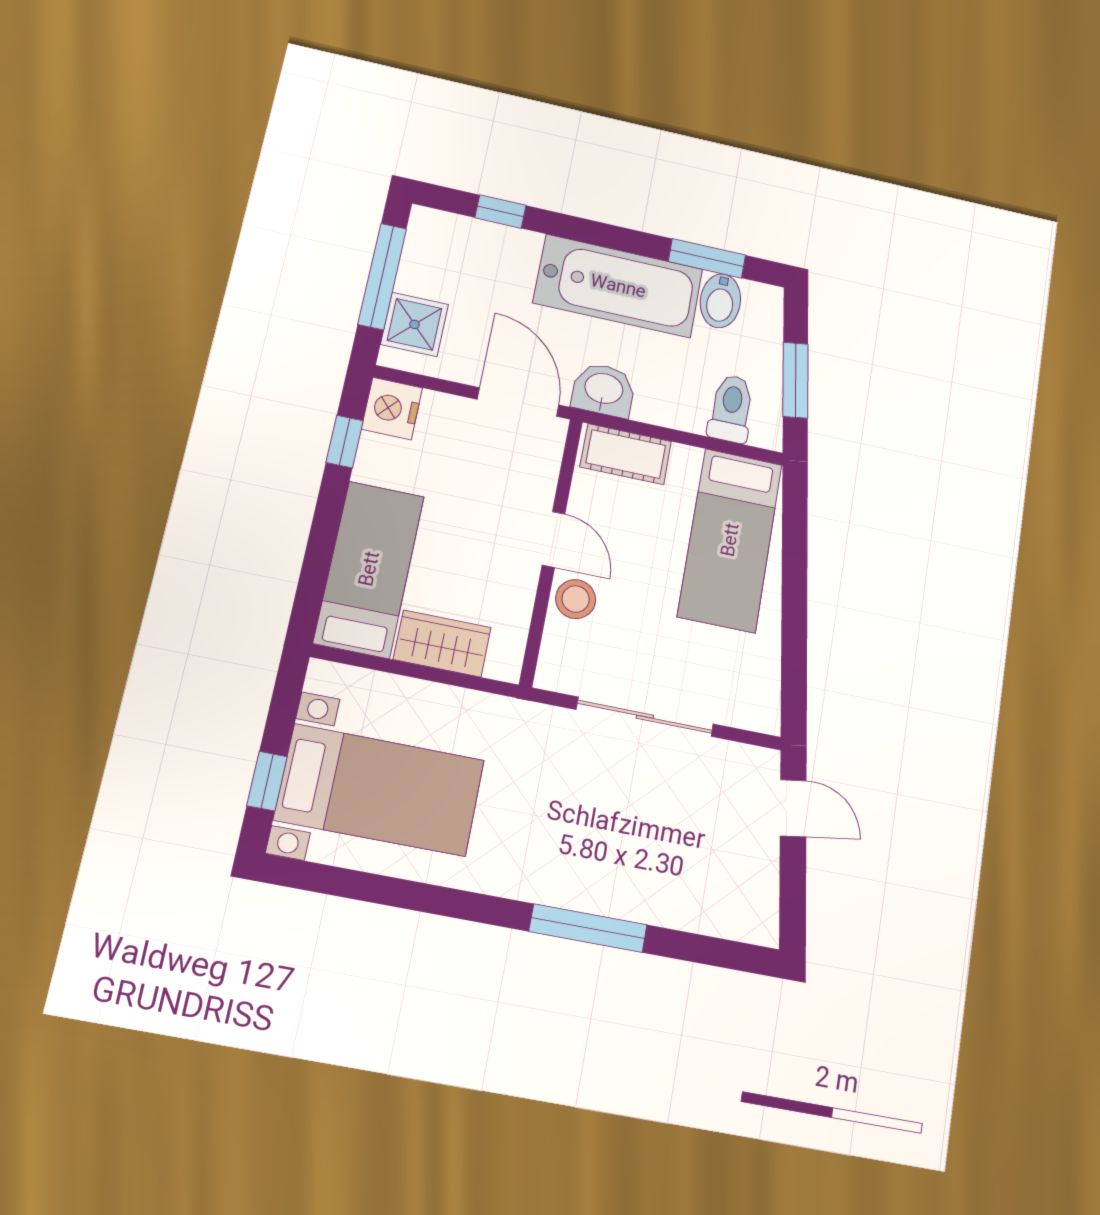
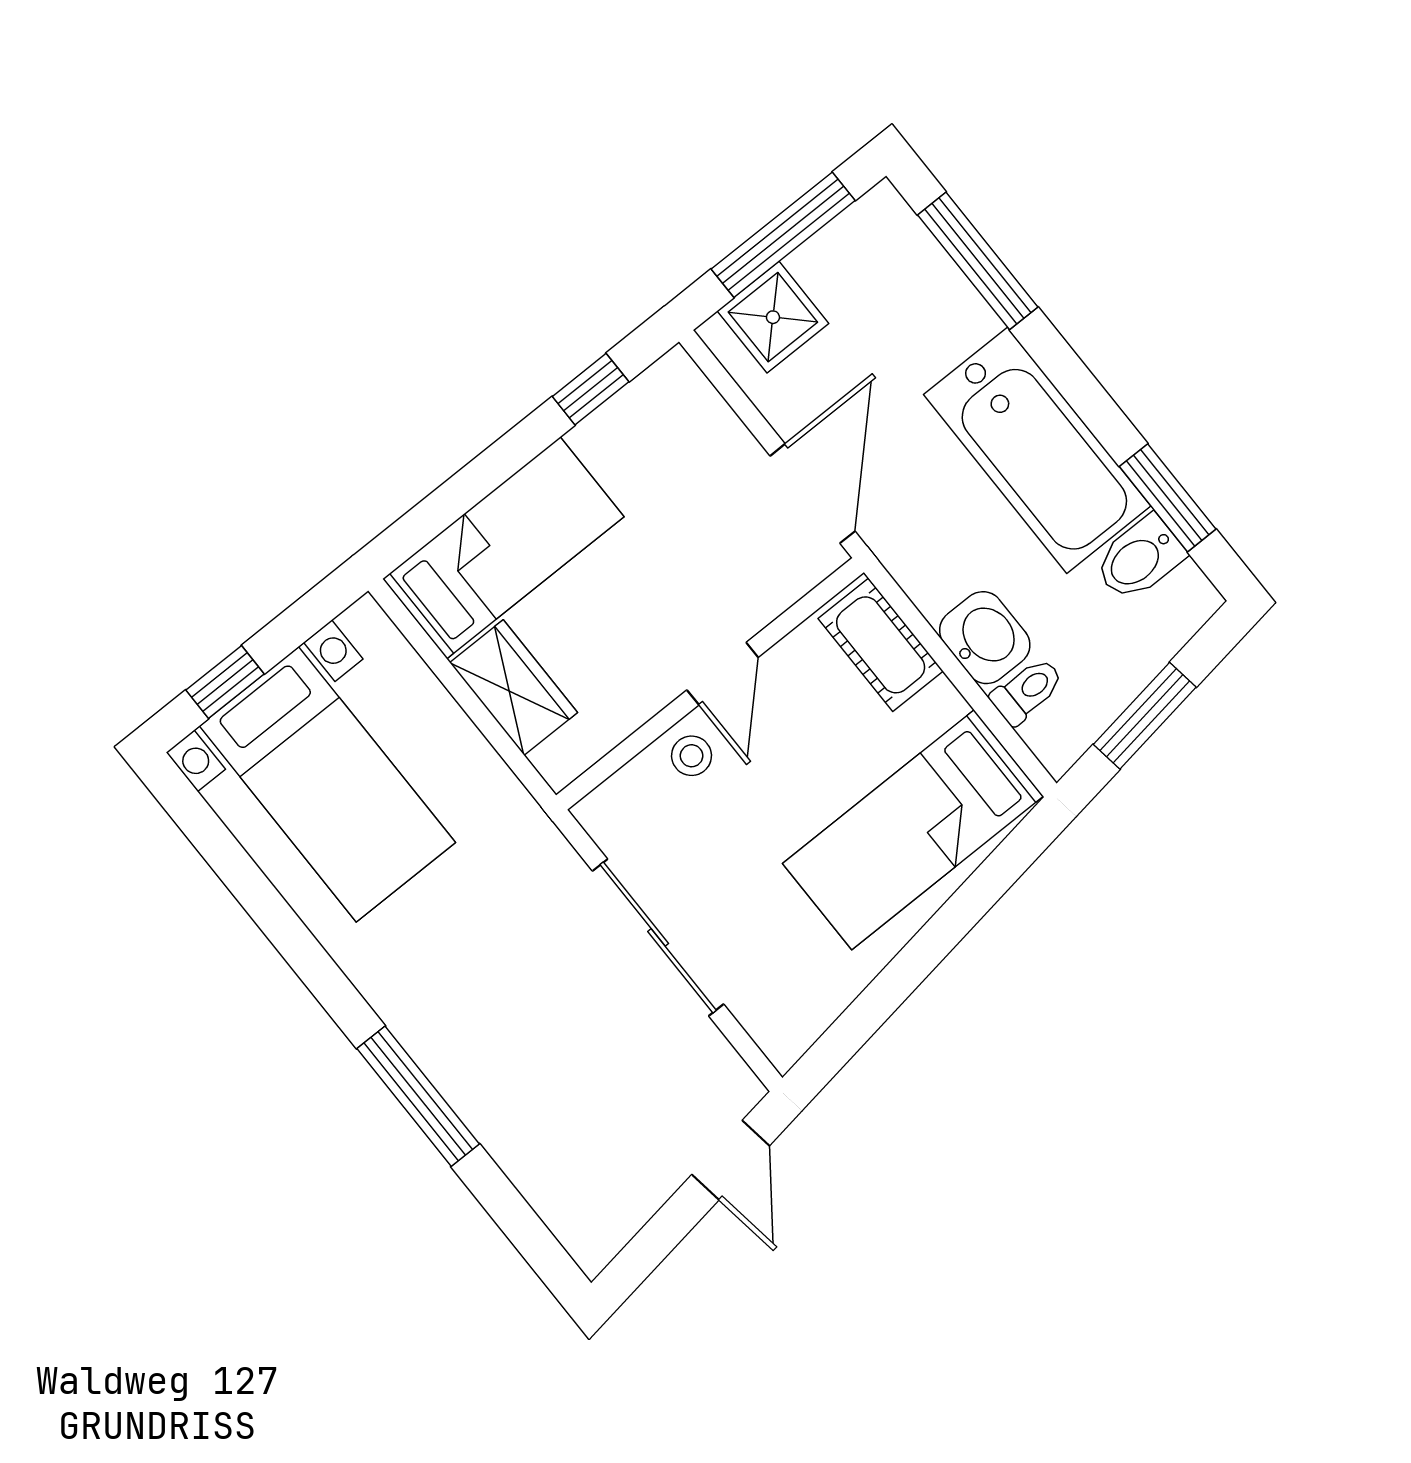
window: (501, 212) -> (978, 261), width x2.17
washbasin: (604, 390) -> (985, 638), moved
nightstand: (392, 408) -> (671, 392), removed
toilet: (731, 408) -> (1027, 691), width x0.73, depth x0.72
stool: (576, 599) -> (692, 756), width x0.73, depth x0.73

